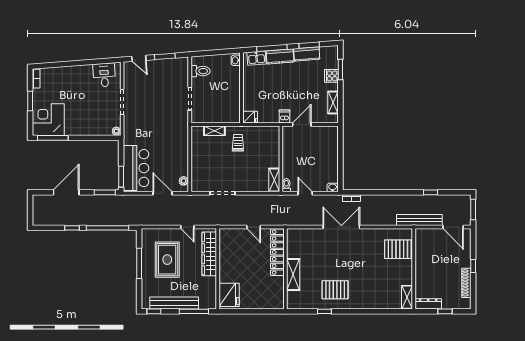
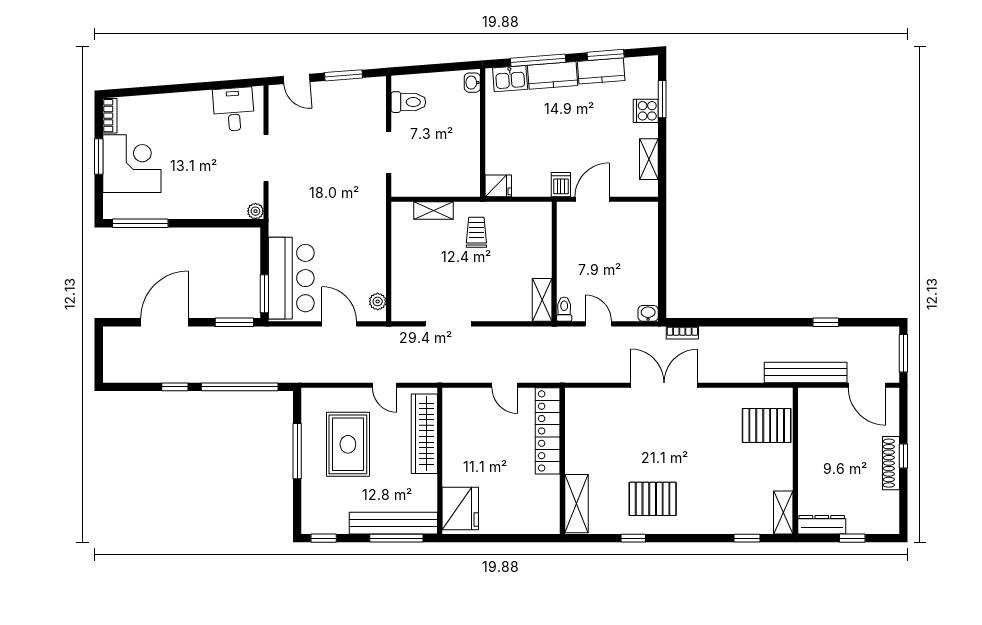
corner desk: (48, 120) -> (132, 164), moved, turned 90
shelving: (293, 274) -> (577, 504), moved
shoe rack: (466, 283) -> (891, 463), moved
bench: (174, 303) -> (393, 523), moved
window: (387, 311) -> (747, 538), added

